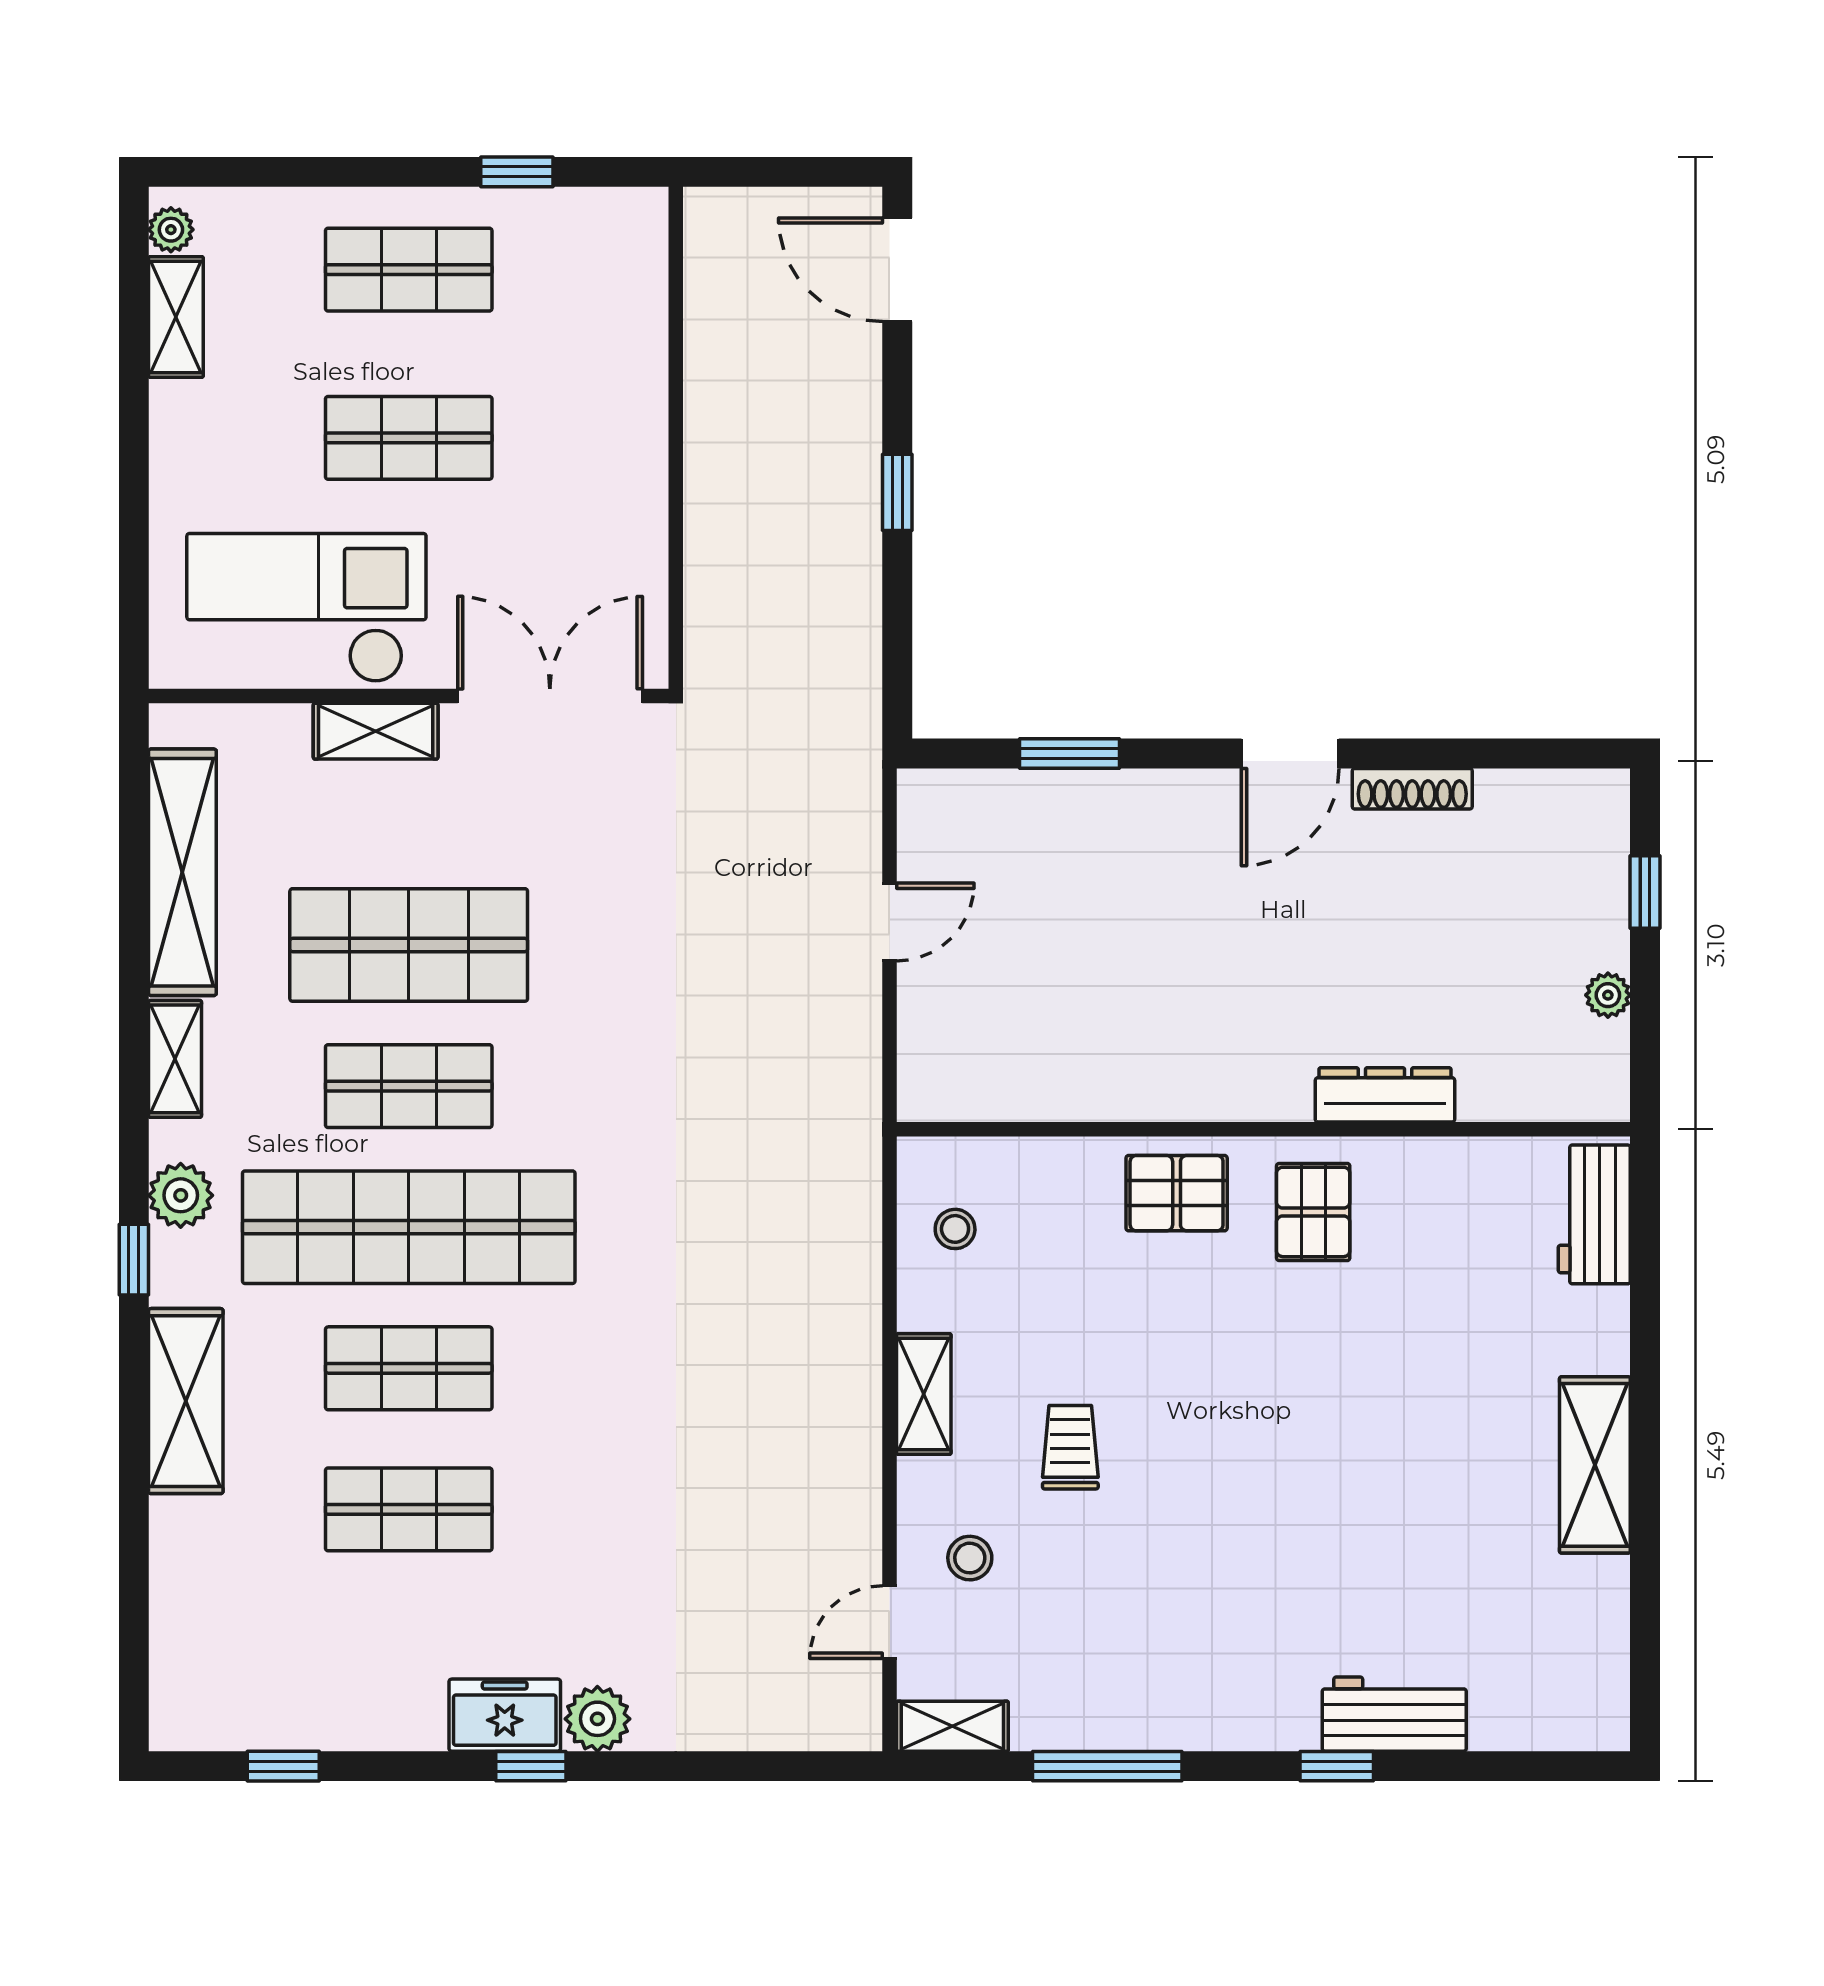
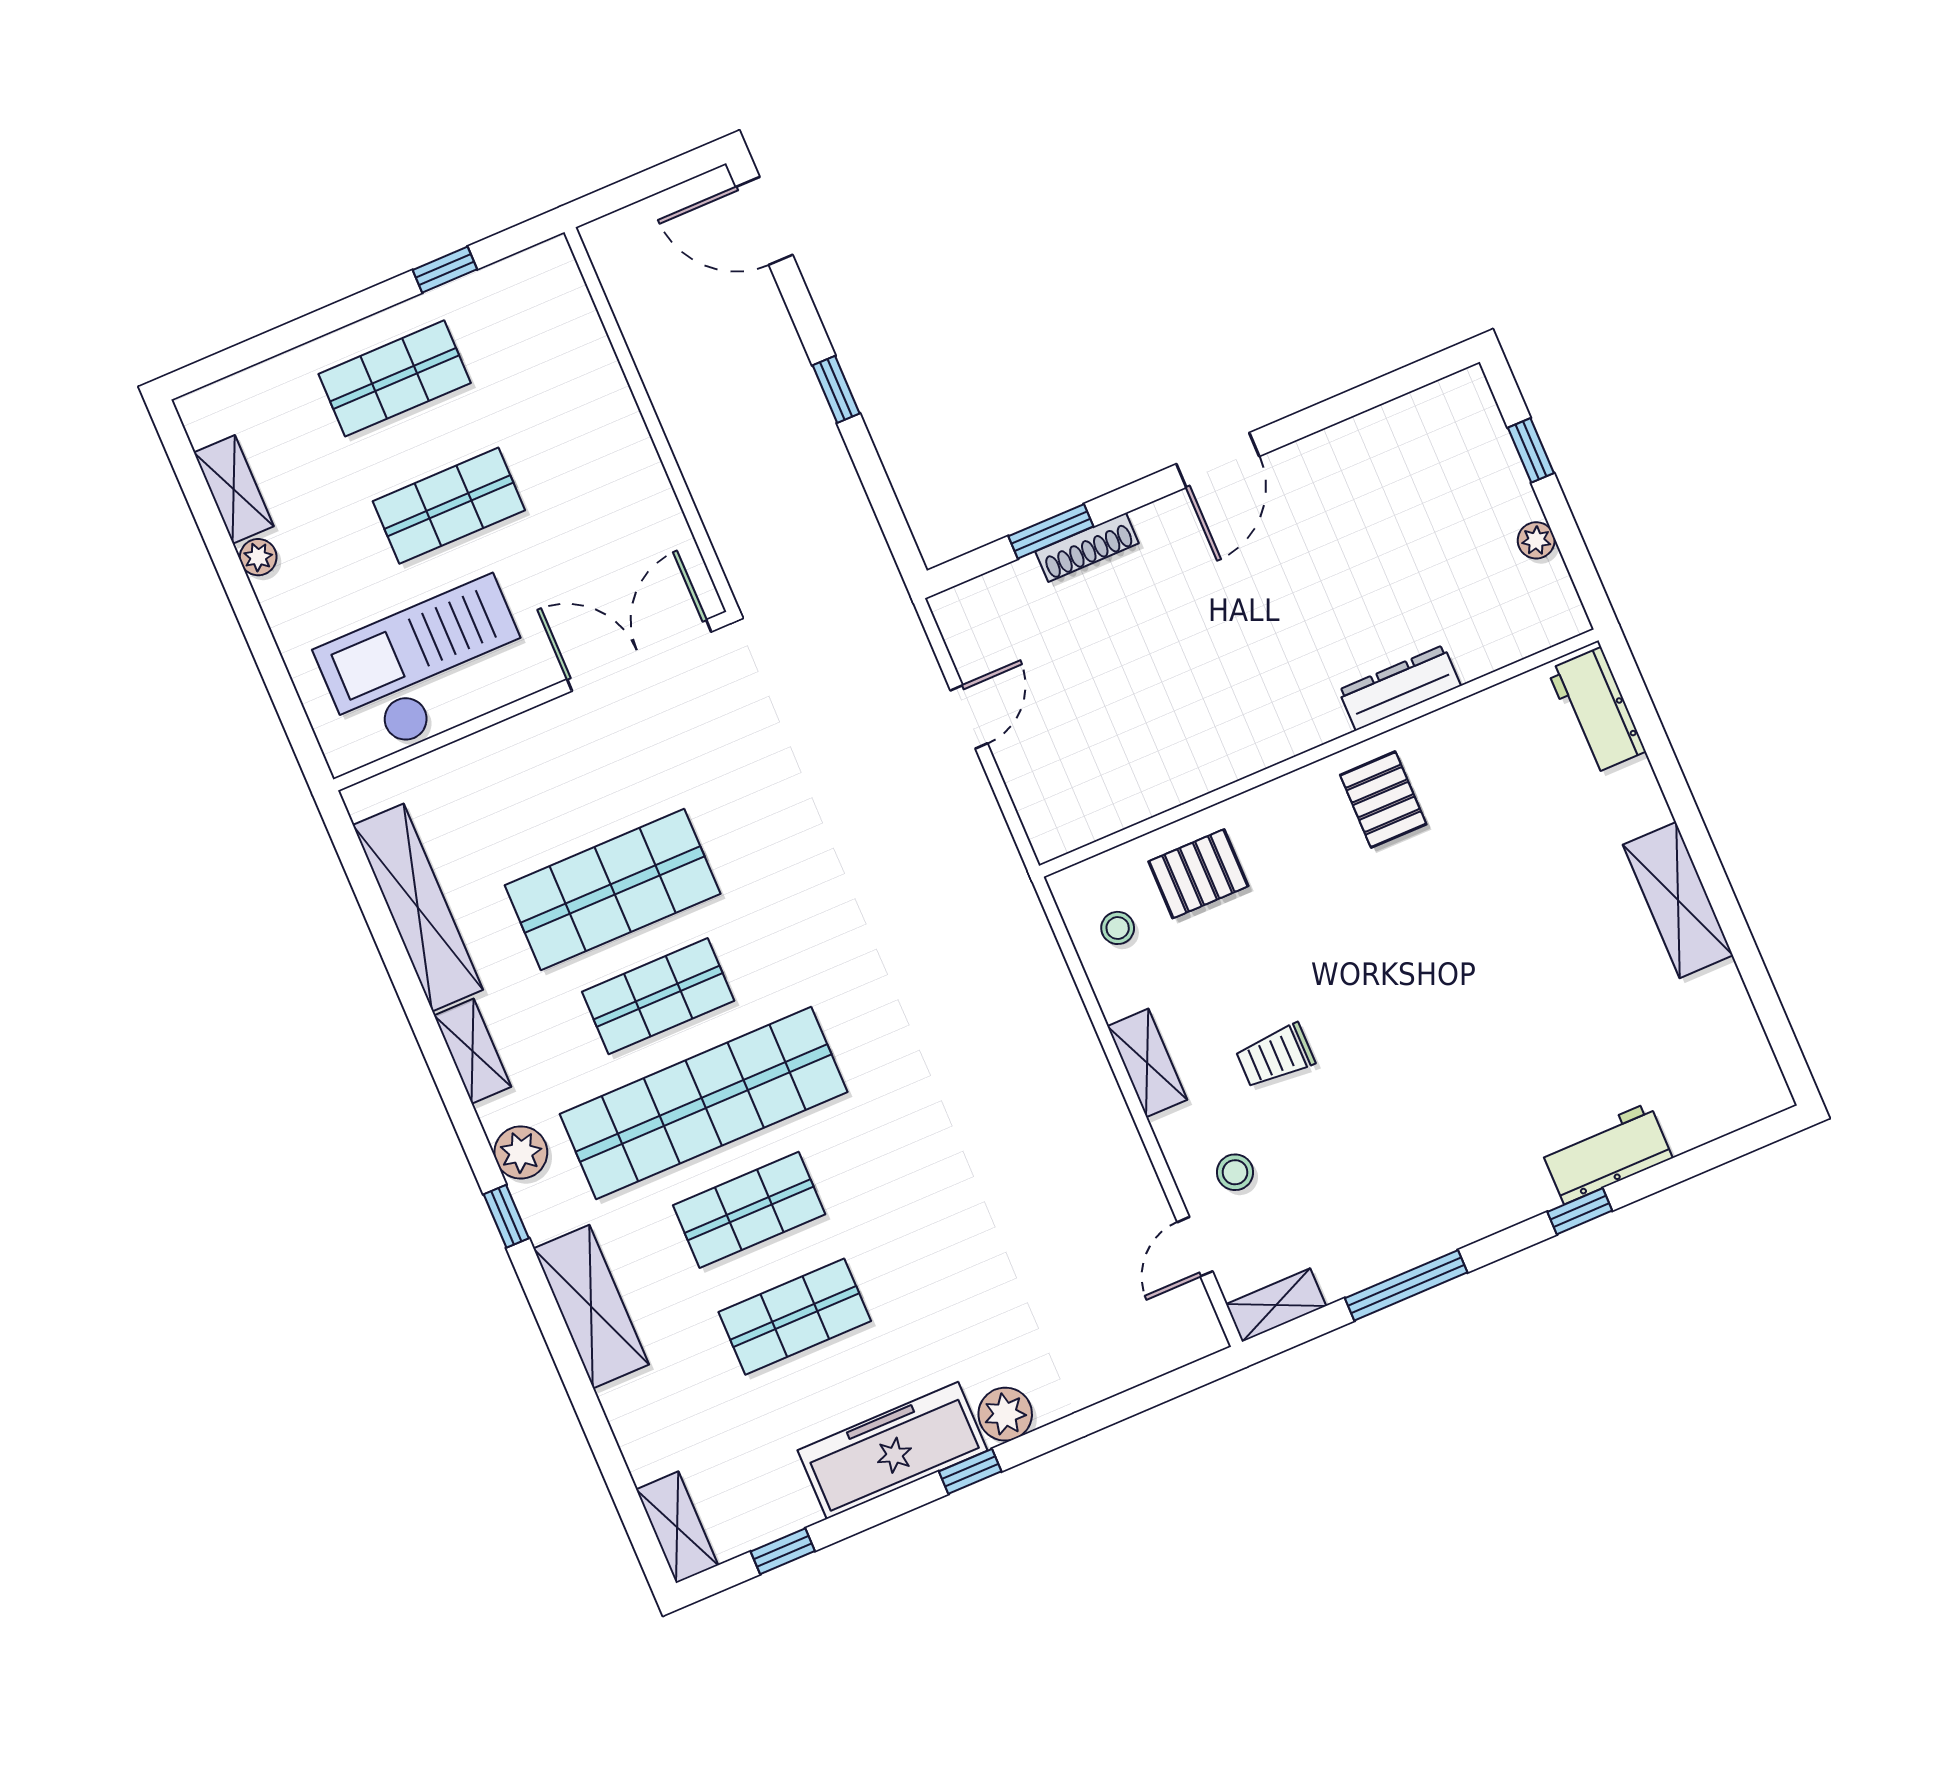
plant: (171, 230) -> (258, 557), moved
shelving: (376, 731) -> (677, 1527), moved, turned 90
shoe rack: (1412, 789) -> (1087, 547), moved
pallet: (1177, 1193) -> (1198, 874), moved
trolley: (1070, 1447) -> (1275, 1056), turned -90
freezer: (505, 1715) -> (892, 1450), width x1.91, depth x1.26

